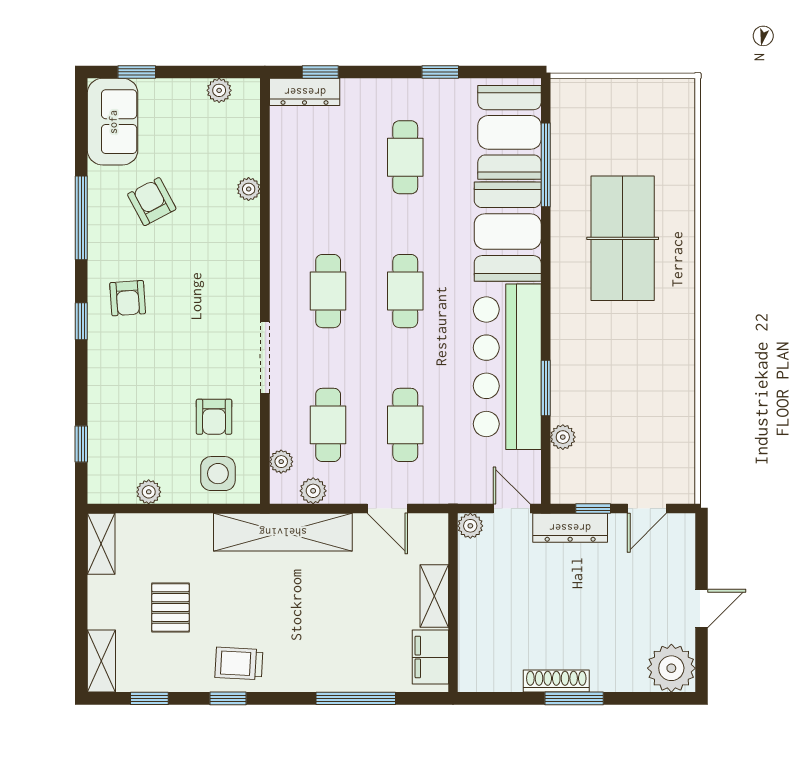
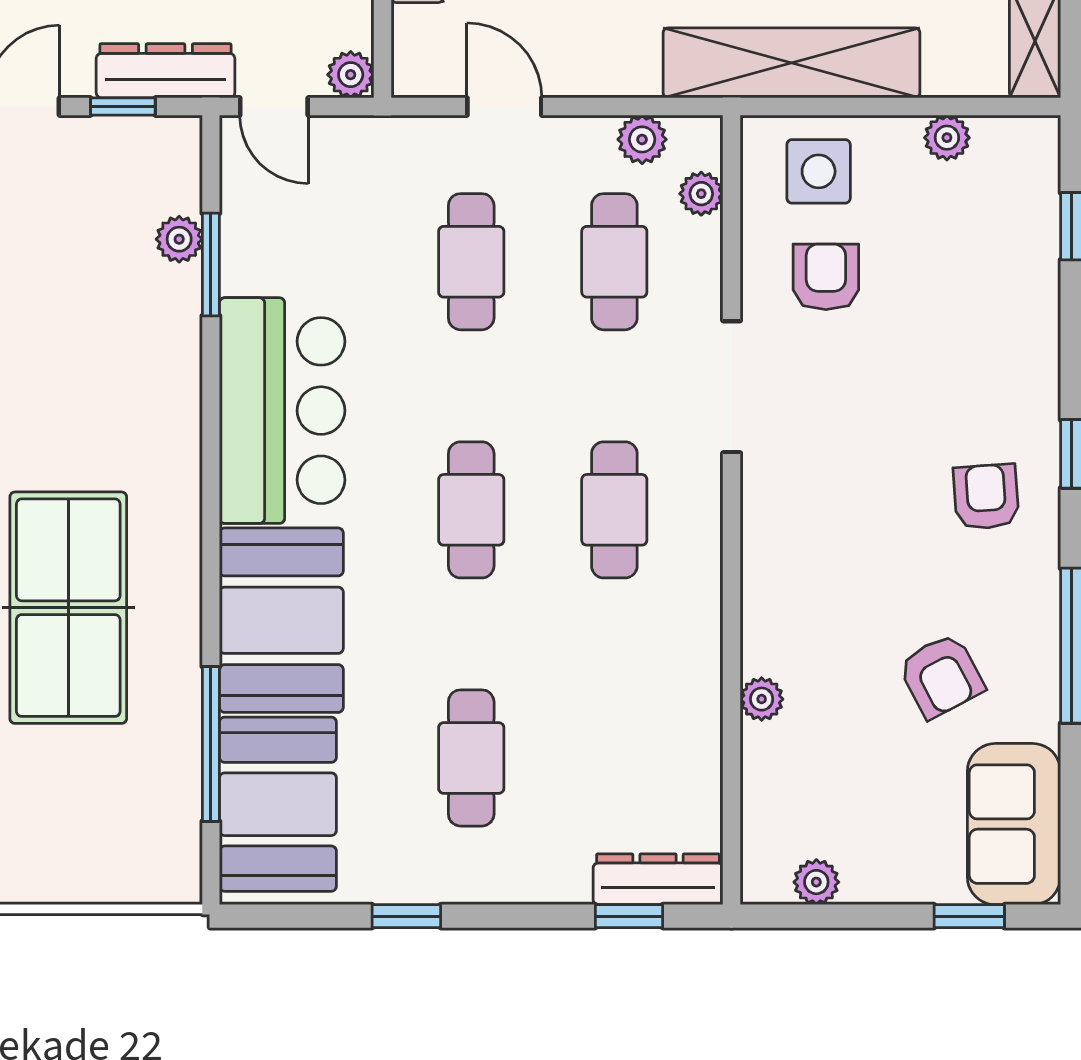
bar counter: (507, 367) -> (282, 411), width x0.73
window: (546, 388) -> (211, 264), moved
shelving: (283, 532) -> (792, 63), moved

